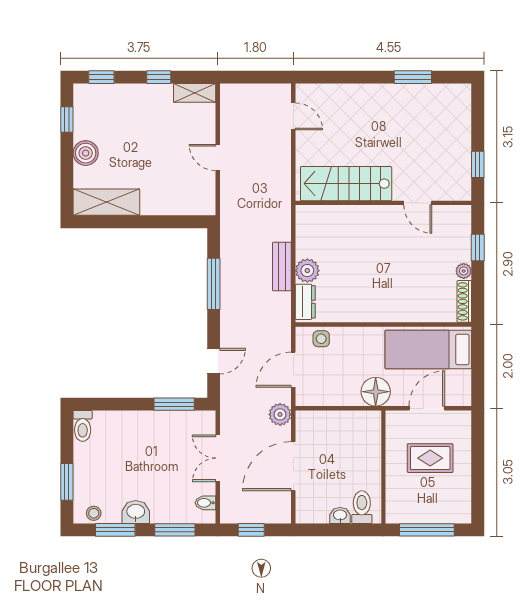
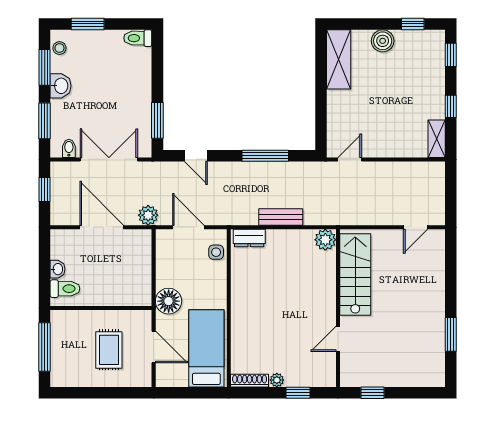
door: (218, 158) -> (350, 159), moved
plant: (307, 271) -> (325, 240), moved
double door: (218, 458) -> (109, 159), width x1.37

